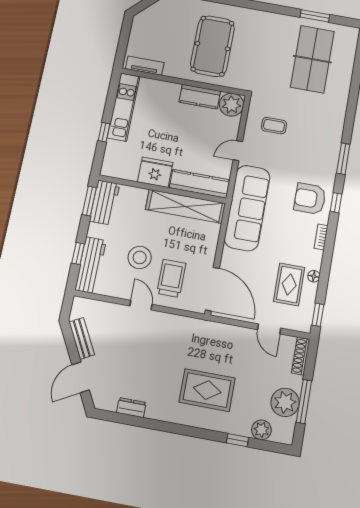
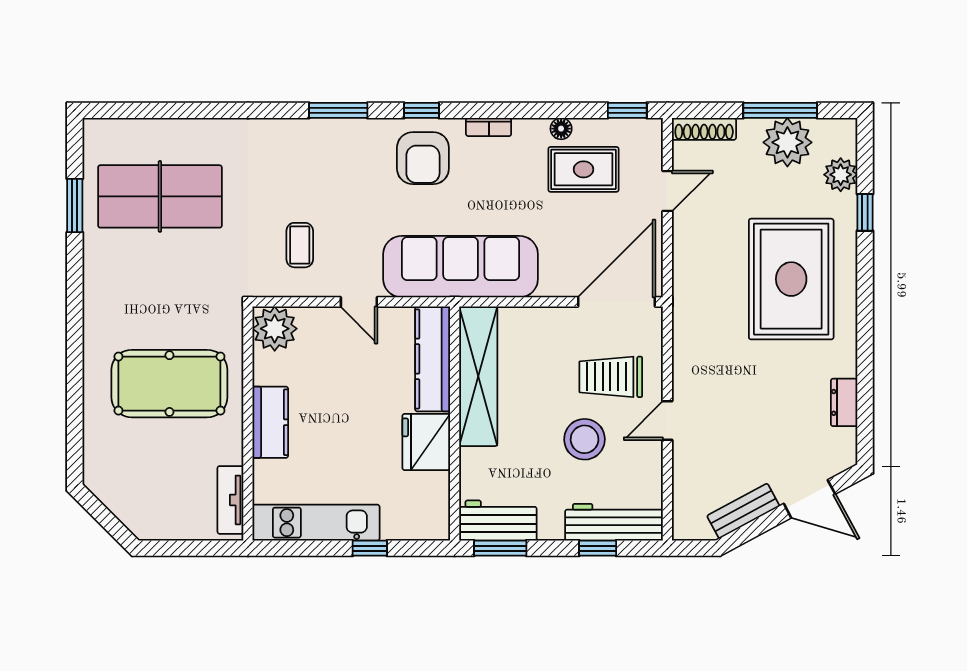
kitchen counter: (200, 97) -> (270, 422), moved
rug: (207, 390) -> (791, 279), width x1.37, depth x1.44

